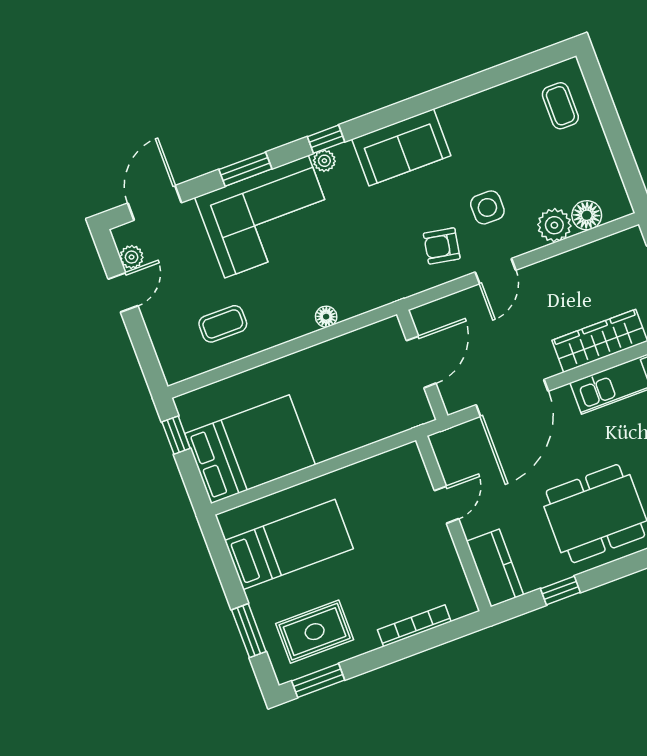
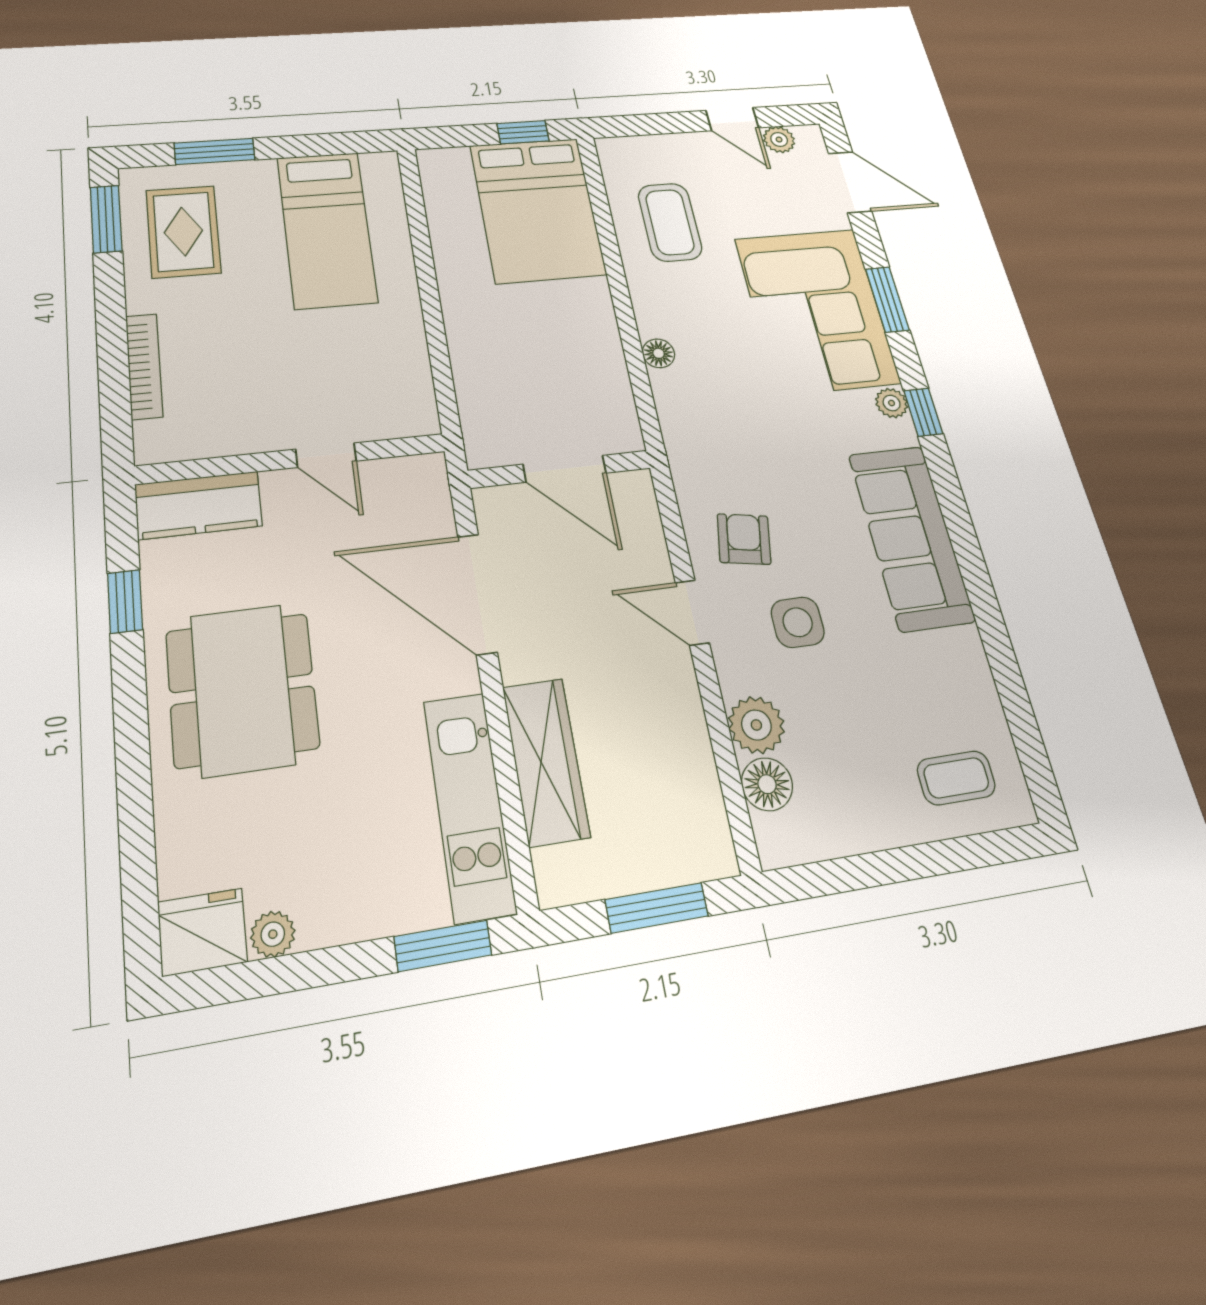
sofa: (401, 147) -> (911, 537), width x1.36
coffee table: (223, 324) -> (670, 222), width x1.36, depth x1.30
bed: (250, 449) -> (537, 209), moved

